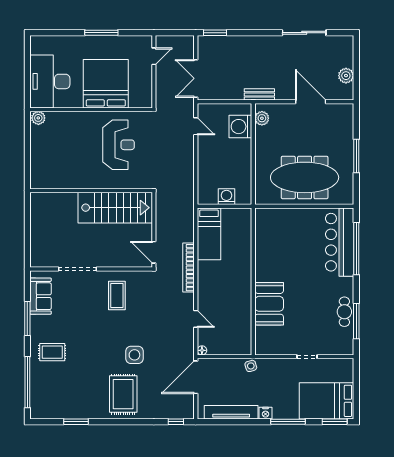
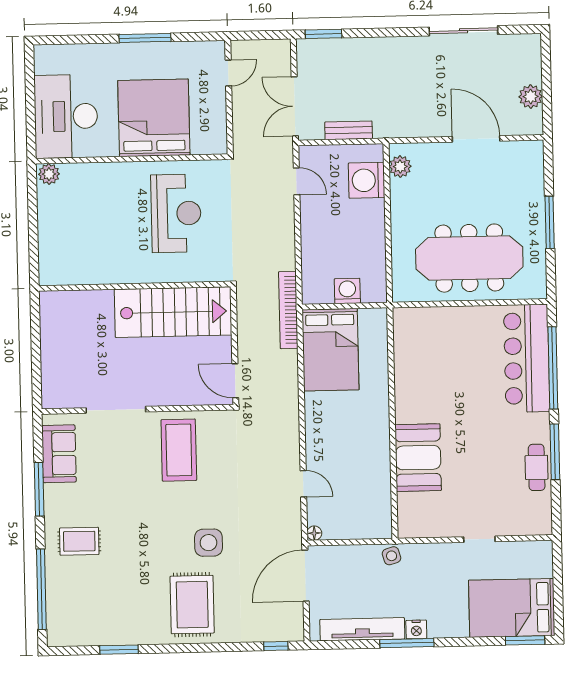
bench: (259, 94) -> (349, 130), moved
bed: (209, 234) -> (330, 350), width x1.50
bookcase: (189, 268) -> (288, 310), moved
coffee table: (117, 296) -> (179, 450), width x1.36, depth x1.32
window: (356, 321) -> (555, 452), moved
window: (288, 422) -> (407, 643), moved

